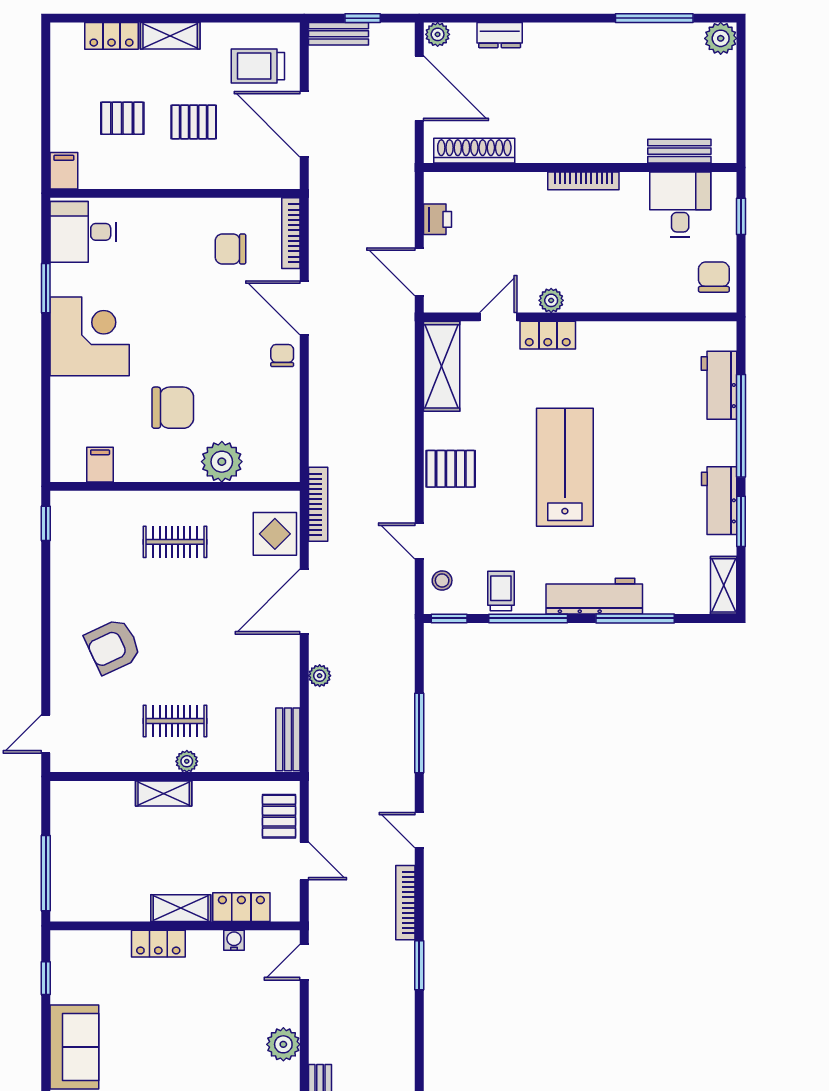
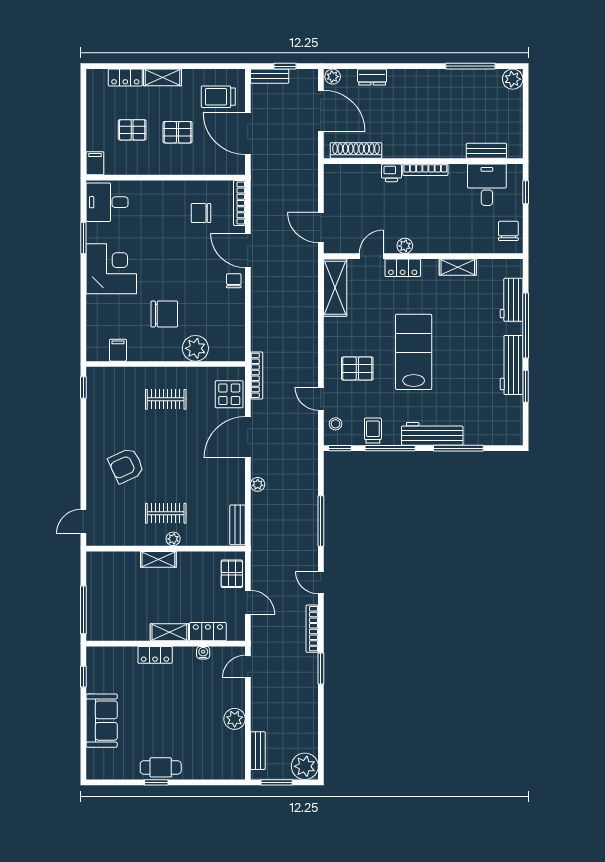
printer: (438, 219) -> (392, 173), moved, turned 90
pallet: (451, 469) -> (357, 369), moved
workbench: (719, 501) -> (512, 365), width x1.38
shelving: (724, 585) -> (458, 267), moved, turned 90

